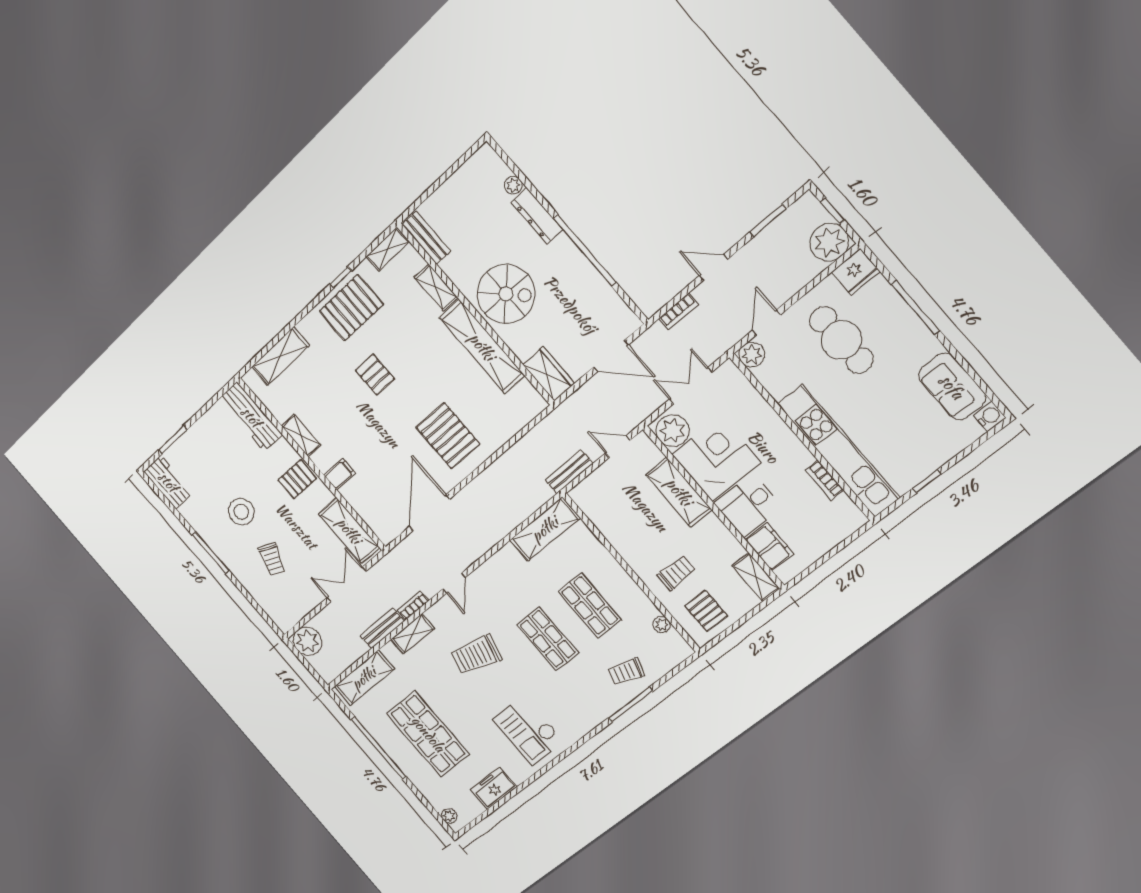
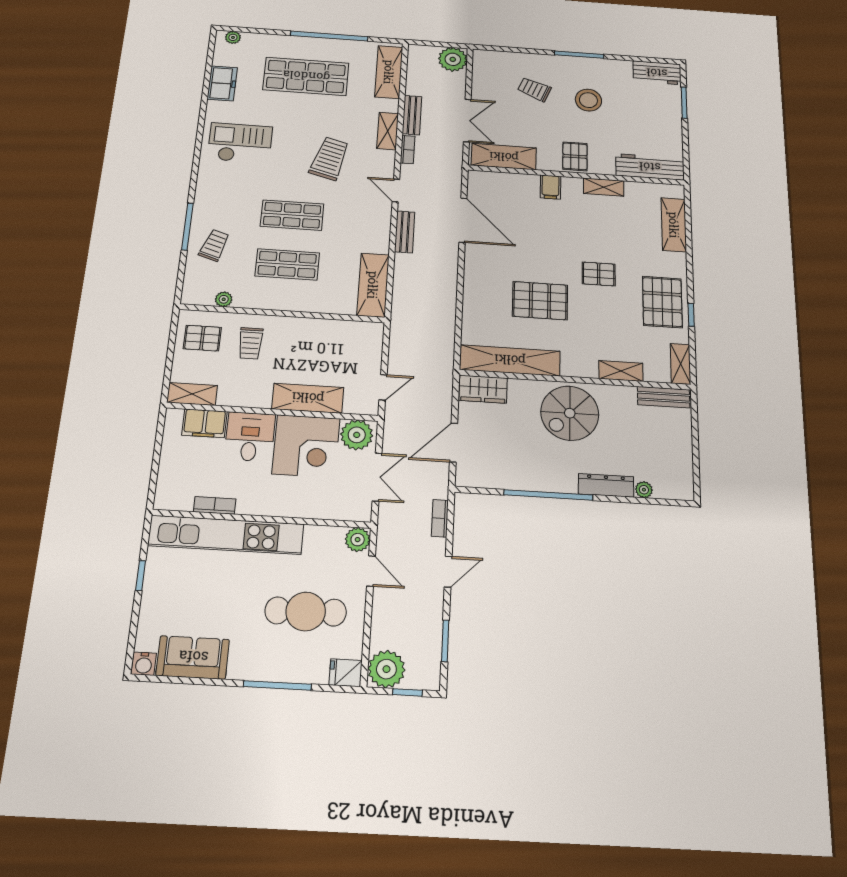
fridge: (856, 272) -> (346, 673), width x0.72
shelving: (482, 347) -> (510, 360), moved
pallet: (448, 436) -> (540, 301), moved
bench: (569, 472) -> (405, 232), moved

